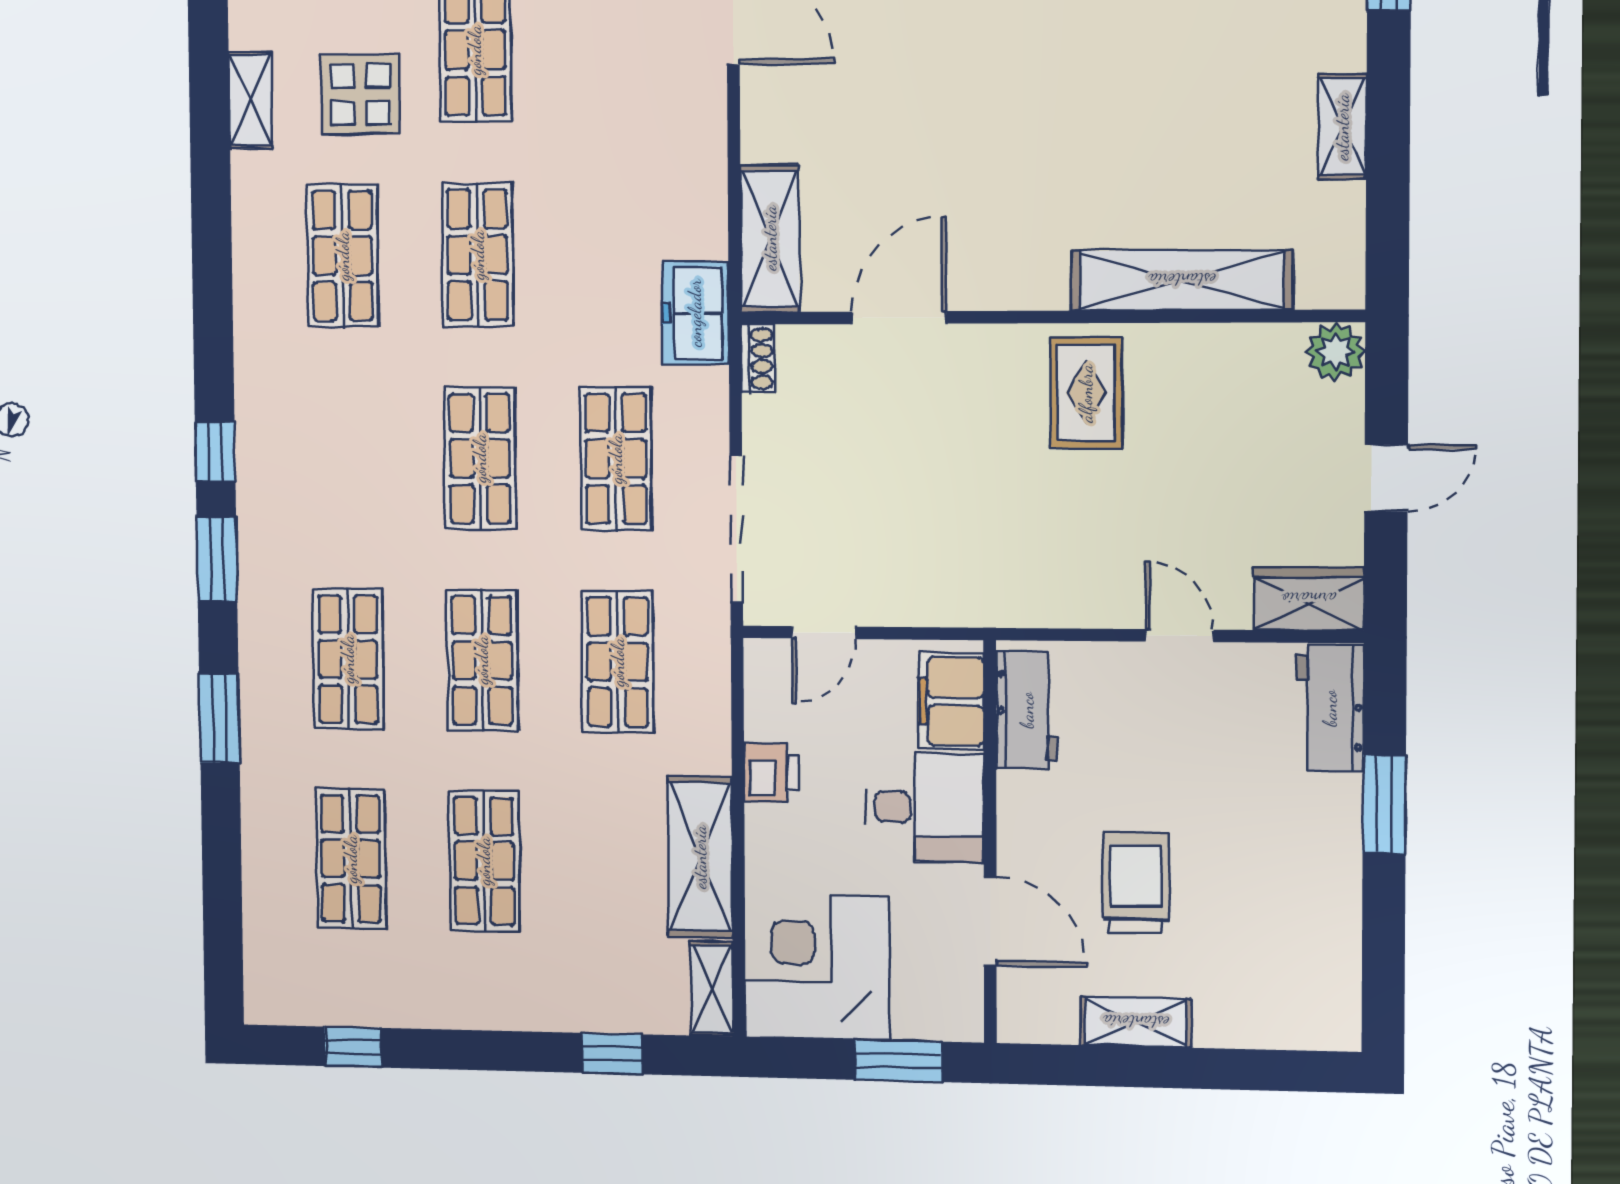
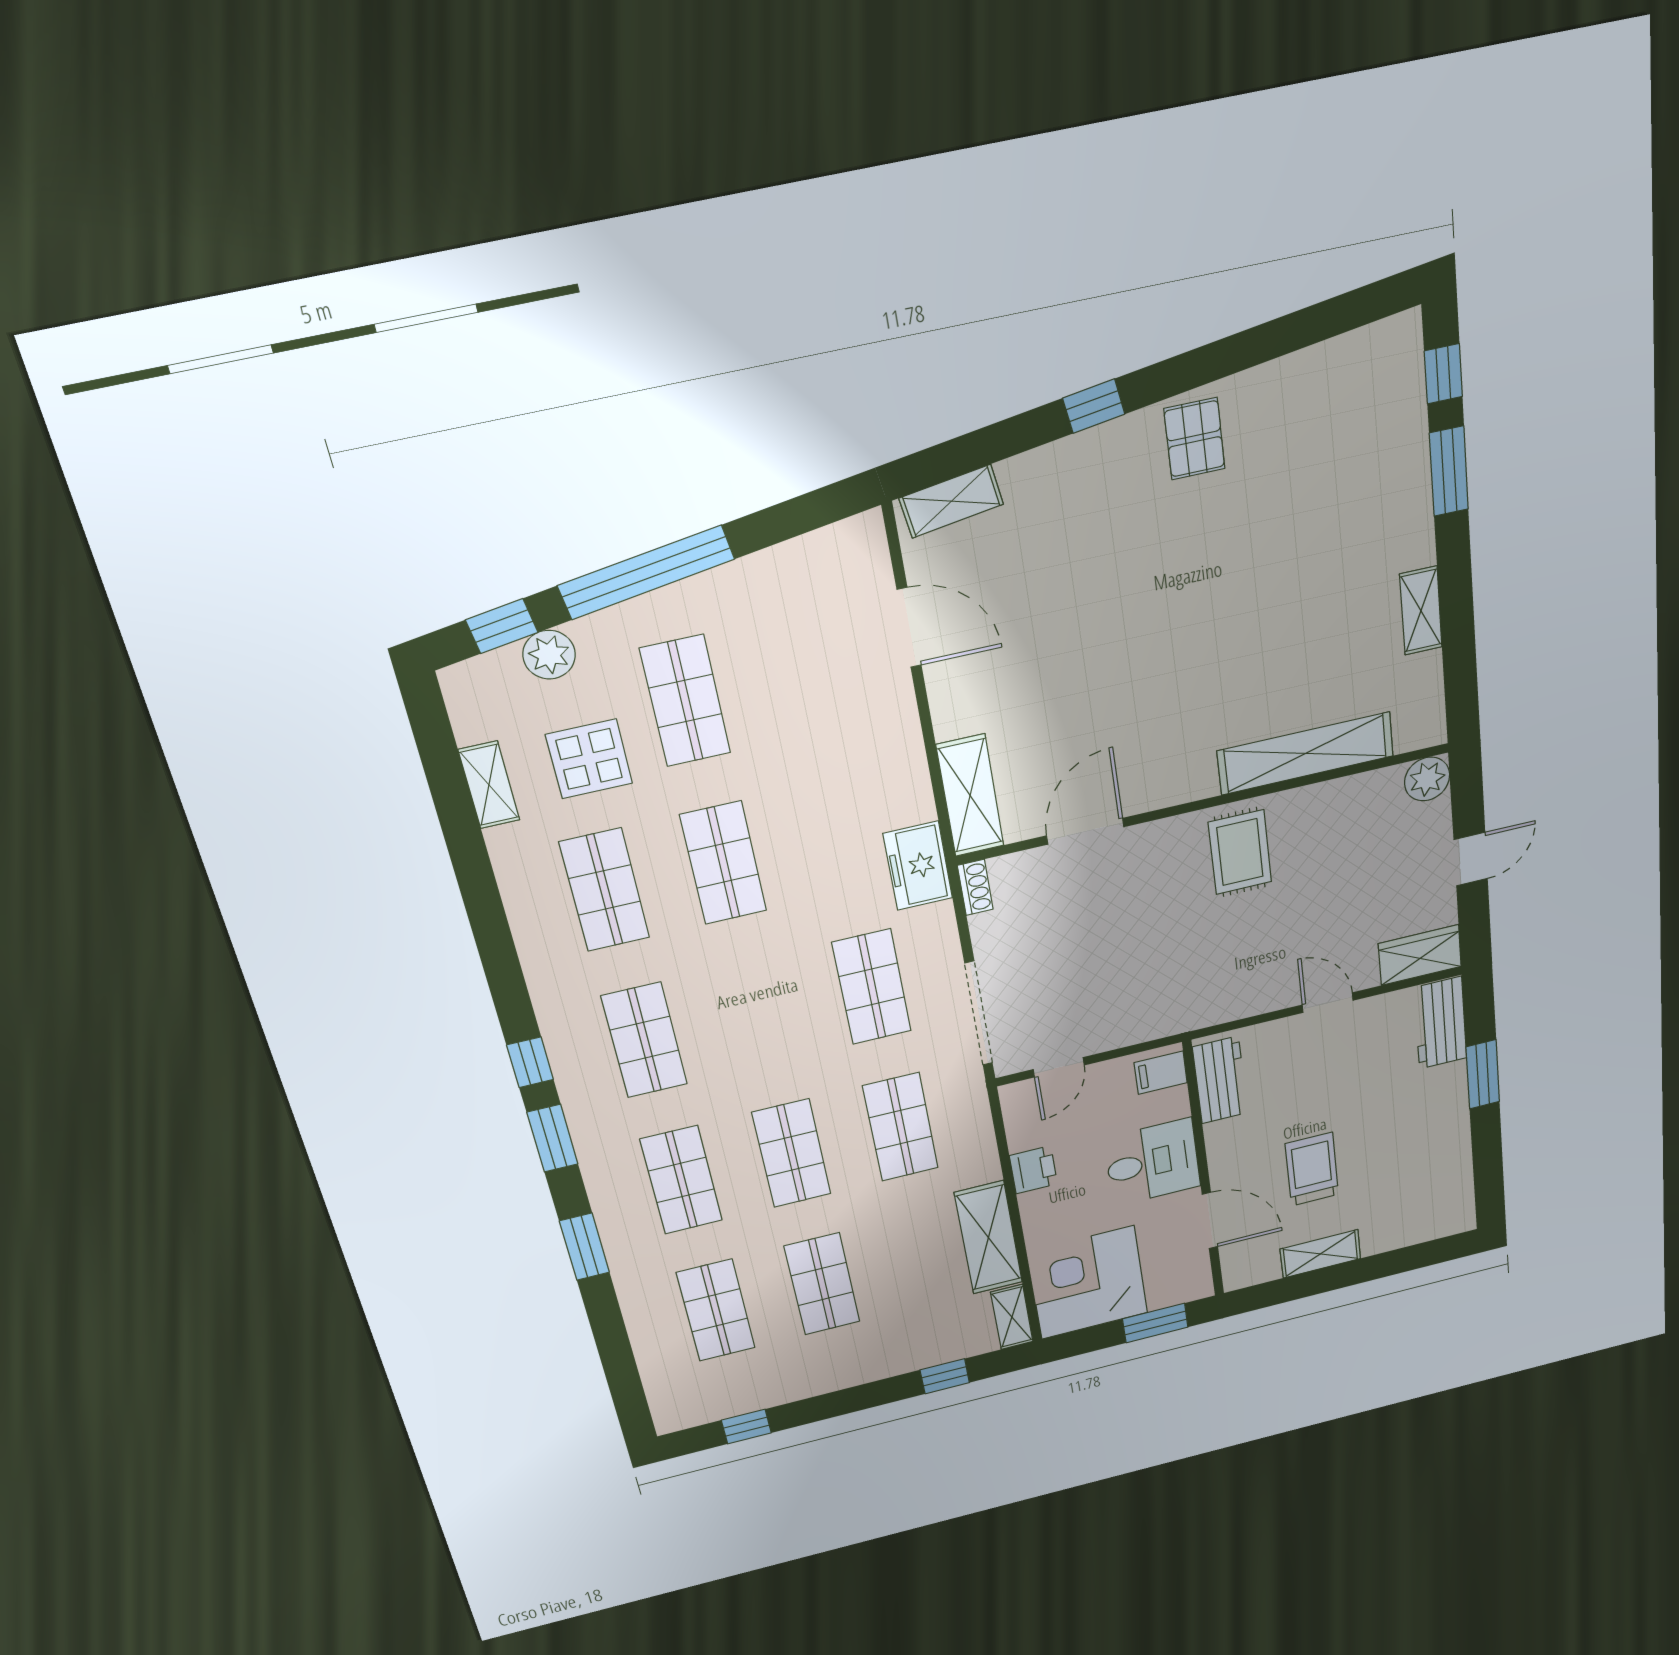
shop shelf: (480, 458) -> (644, 1040), moved
filing cabinet: (951, 701) -> (1161, 1073), width x0.50

